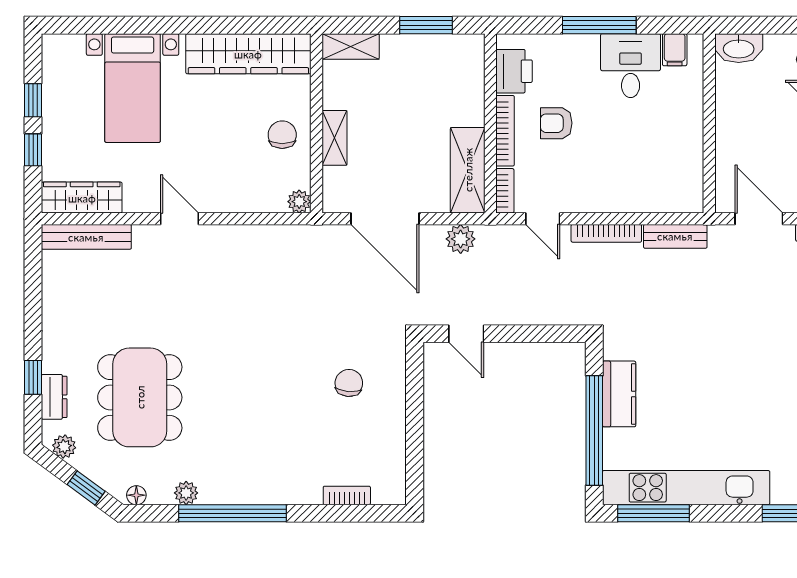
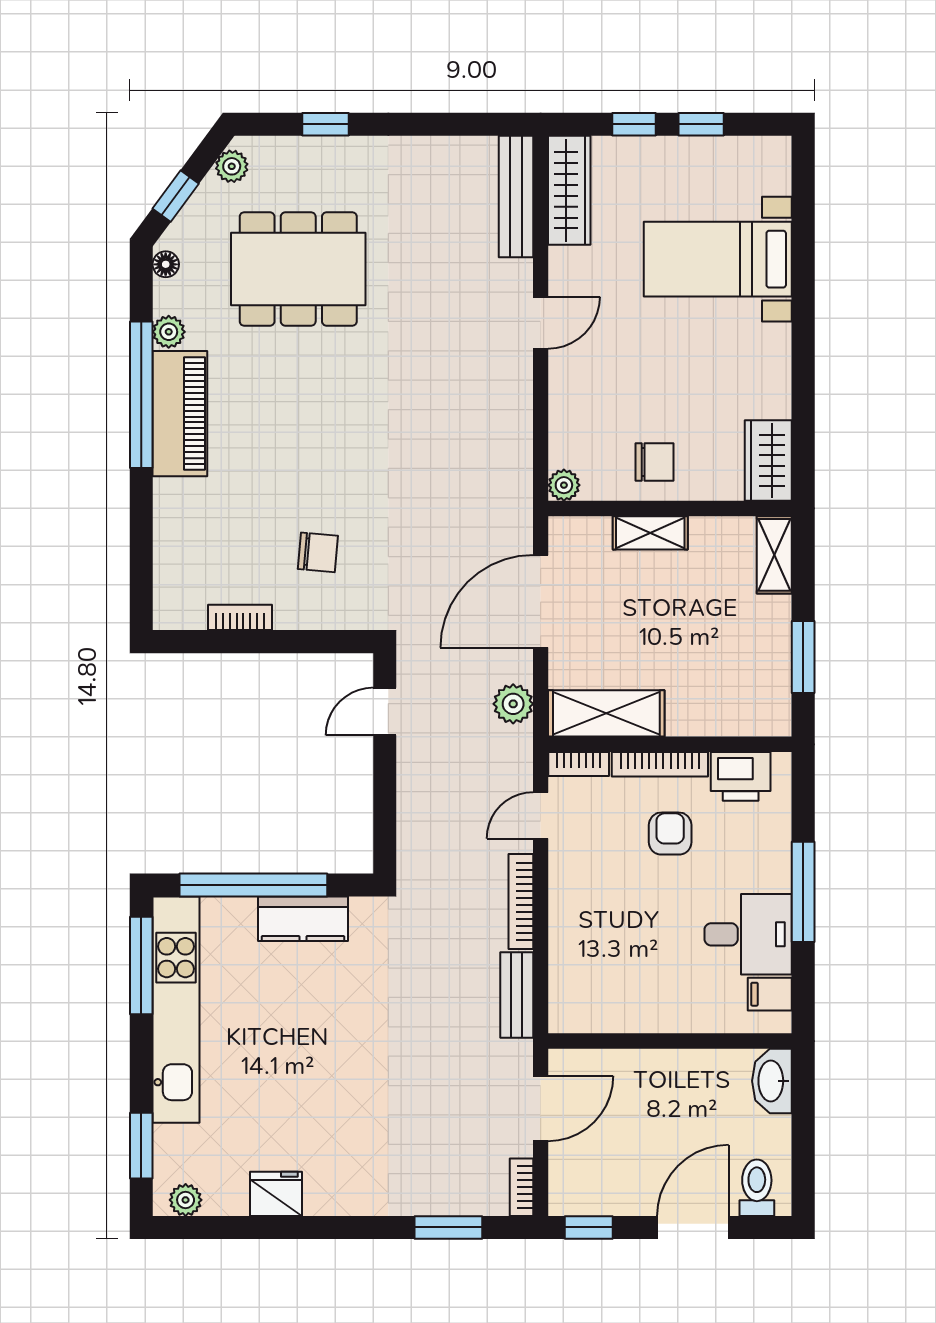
wardrobe: (248, 54) -> (768, 461), width x0.48, depth x0.85
dresser: (54, 397) -> (299, 153), removed
piano: (246, 485) -> (180, 414), added
bookcase: (347, 495) -> (240, 617), moved, turned -90

